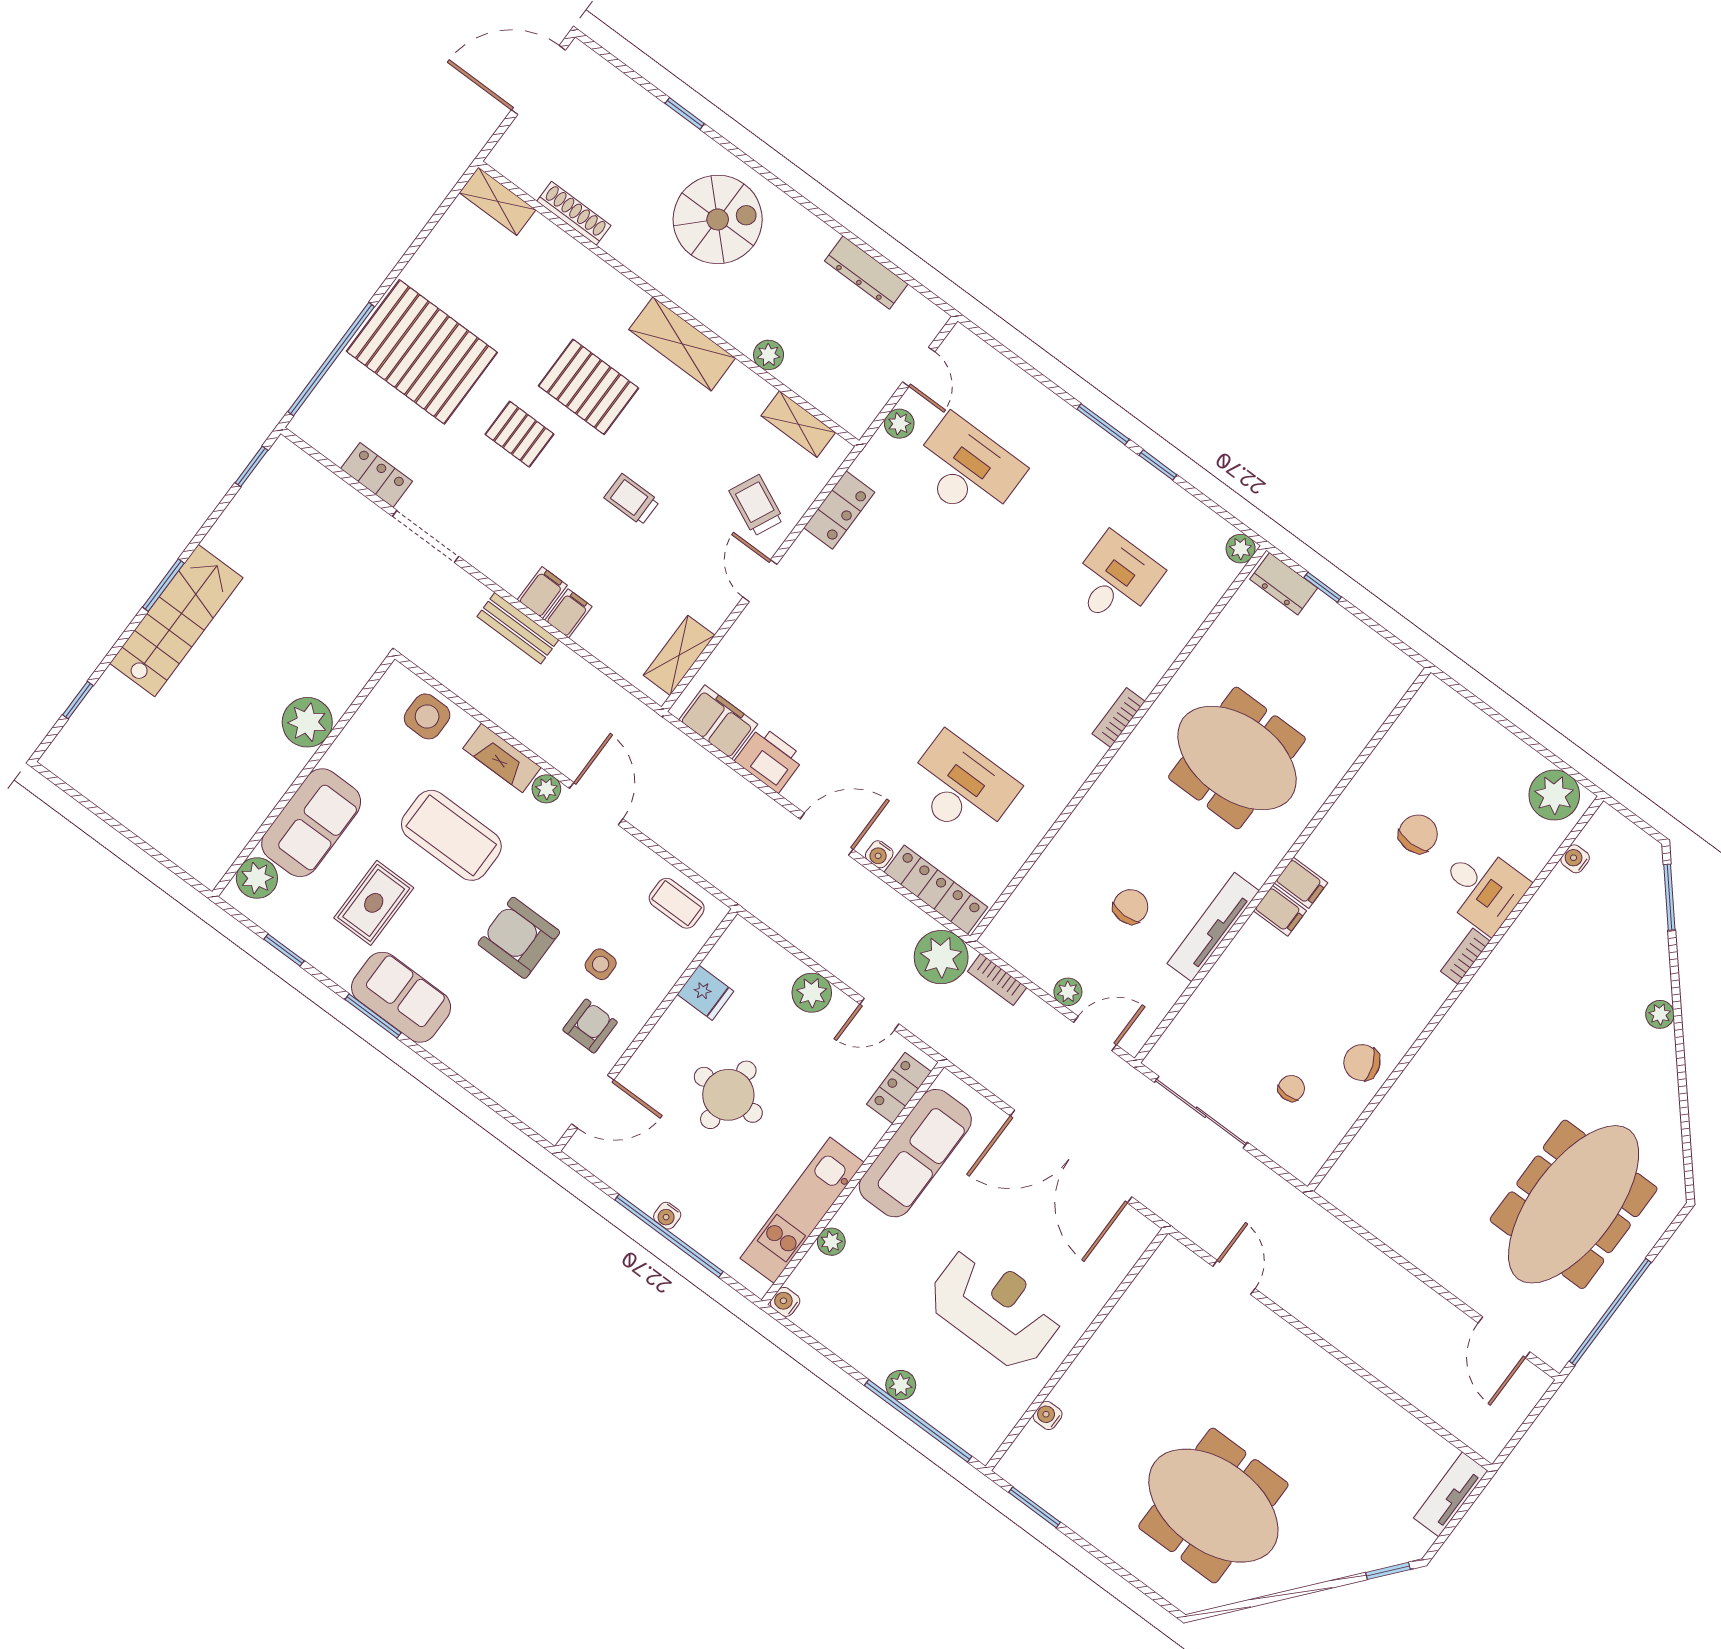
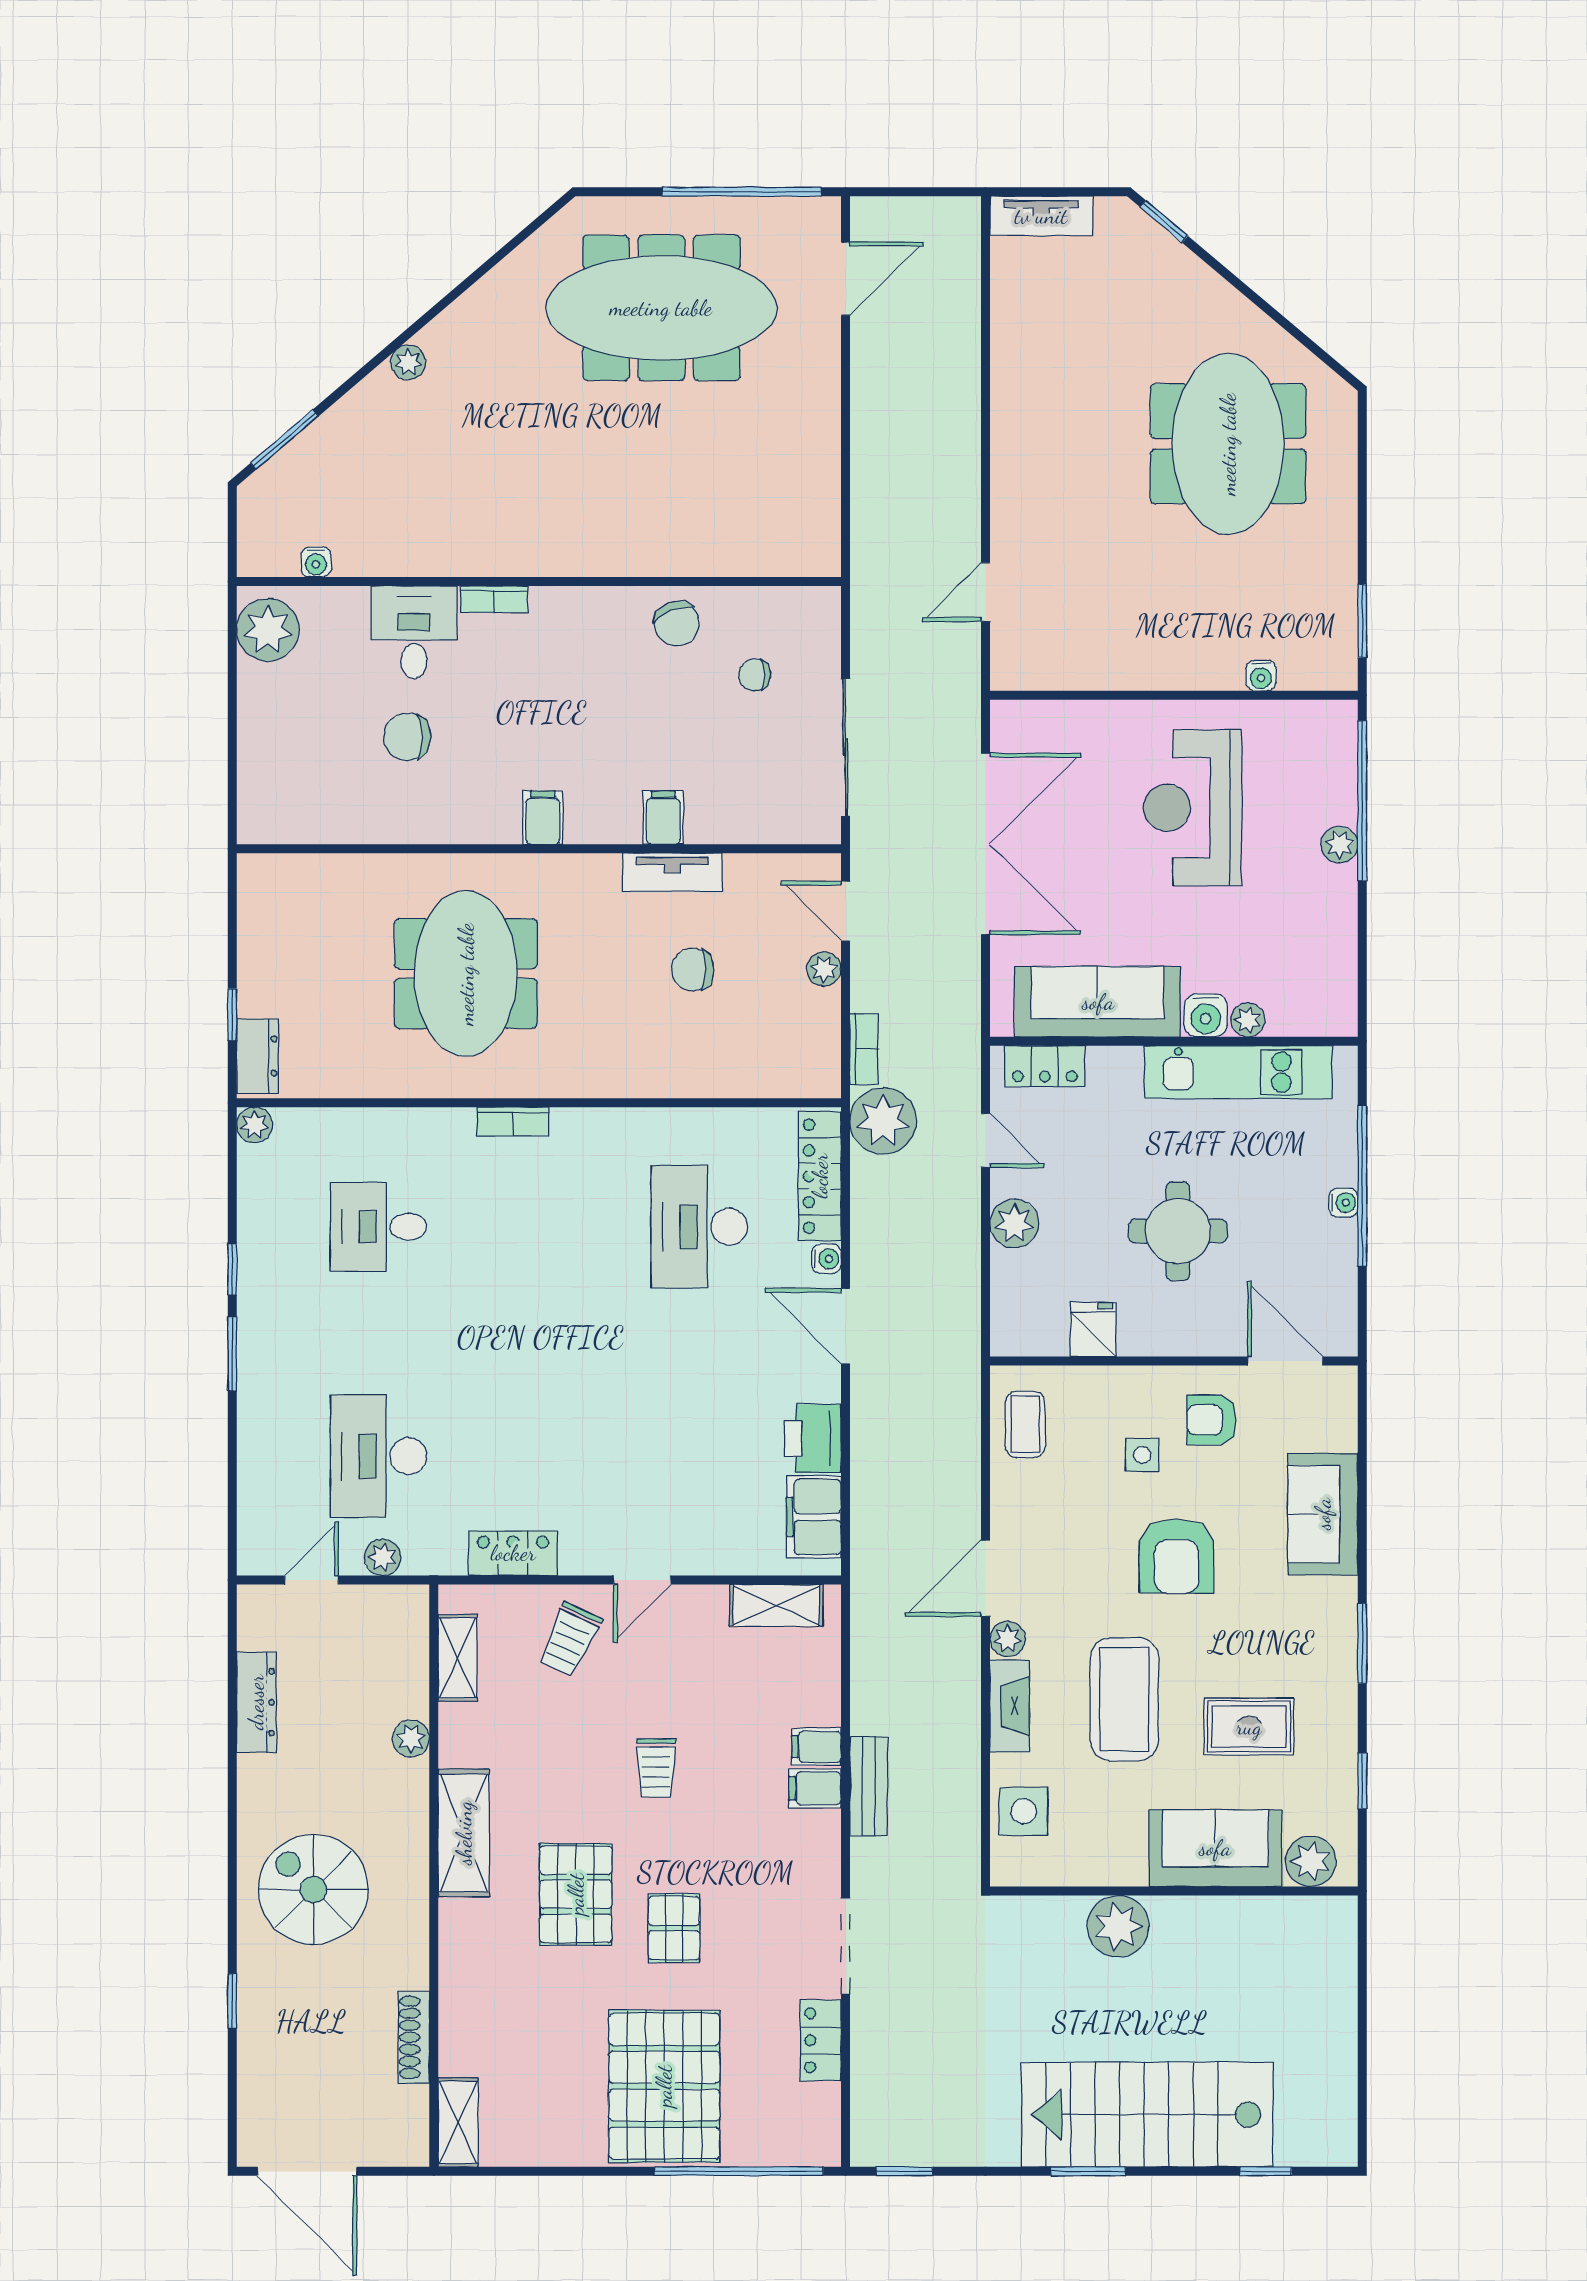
stairs: (176, 621) -> (1147, 2115), width x1.36, depth x1.51
filing cabinet: (1280, 911) -> (663, 818), moved
tv unit: (1213, 927) -> (672, 872), width x0.71
sofa: (401, 997) -> (1323, 1514), moved
water cooler: (785, 1302) -> (1206, 1015), moved, width x1.38, depth x1.38

